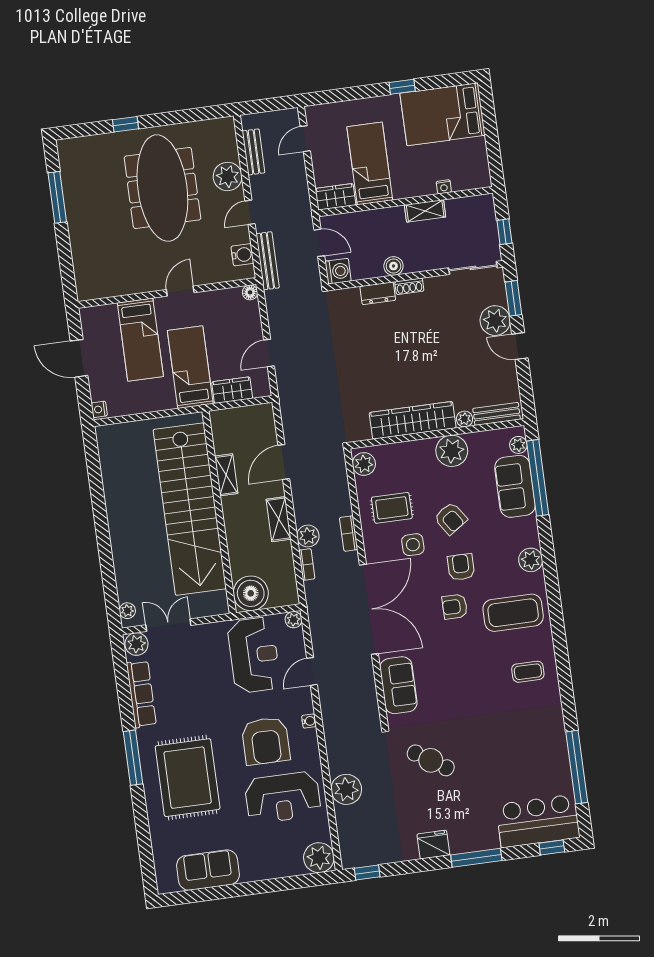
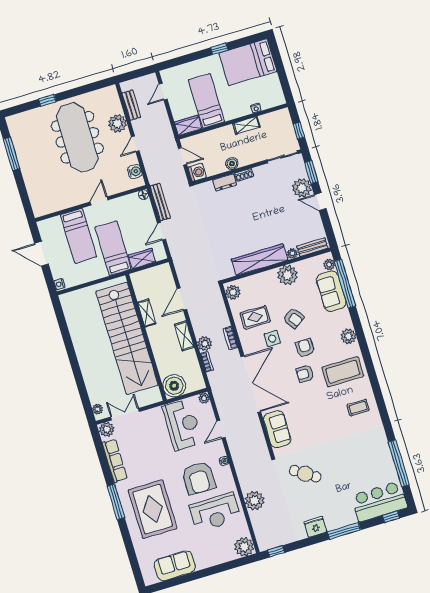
bench: (268, 261) -> (160, 202), moved

